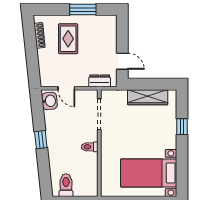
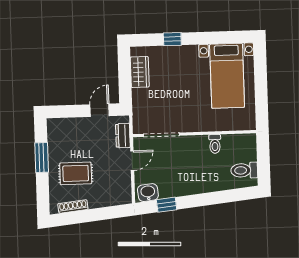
door: (66, 88) -> (132, 161), moved
wardrobe: (148, 97) -> (140, 72), width x0.67
window: (41, 140) -> (167, 205), moved
toilet: (90, 147) -> (215, 144), moved

